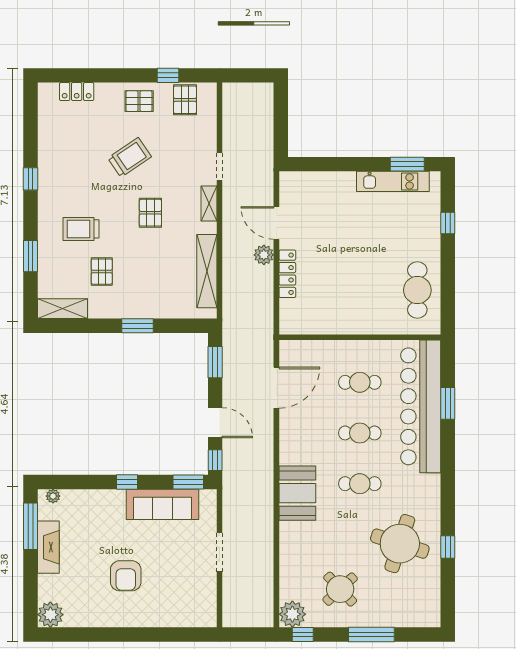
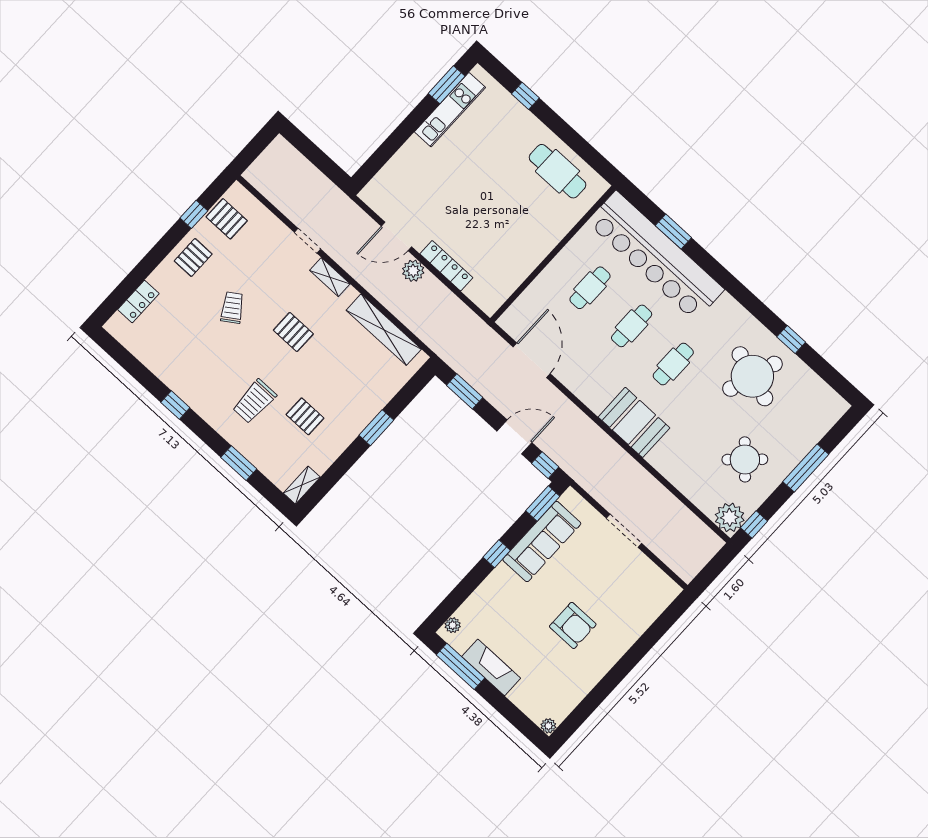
trolley: (130, 157) -> (232, 308), width x0.73, depth x0.72
shelving: (62, 309) -> (302, 485), width x0.67, depth x0.75
plant: (50, 615) -> (548, 726), width x0.53, depth x0.53

